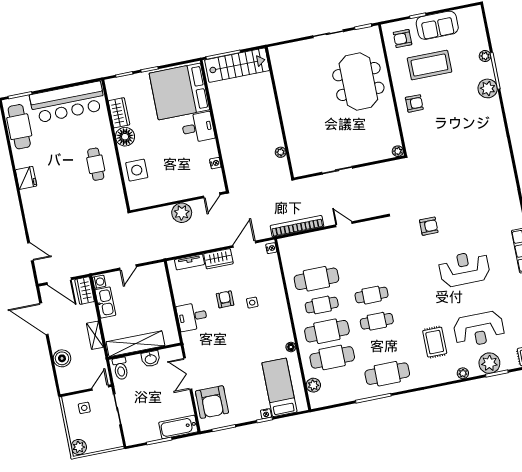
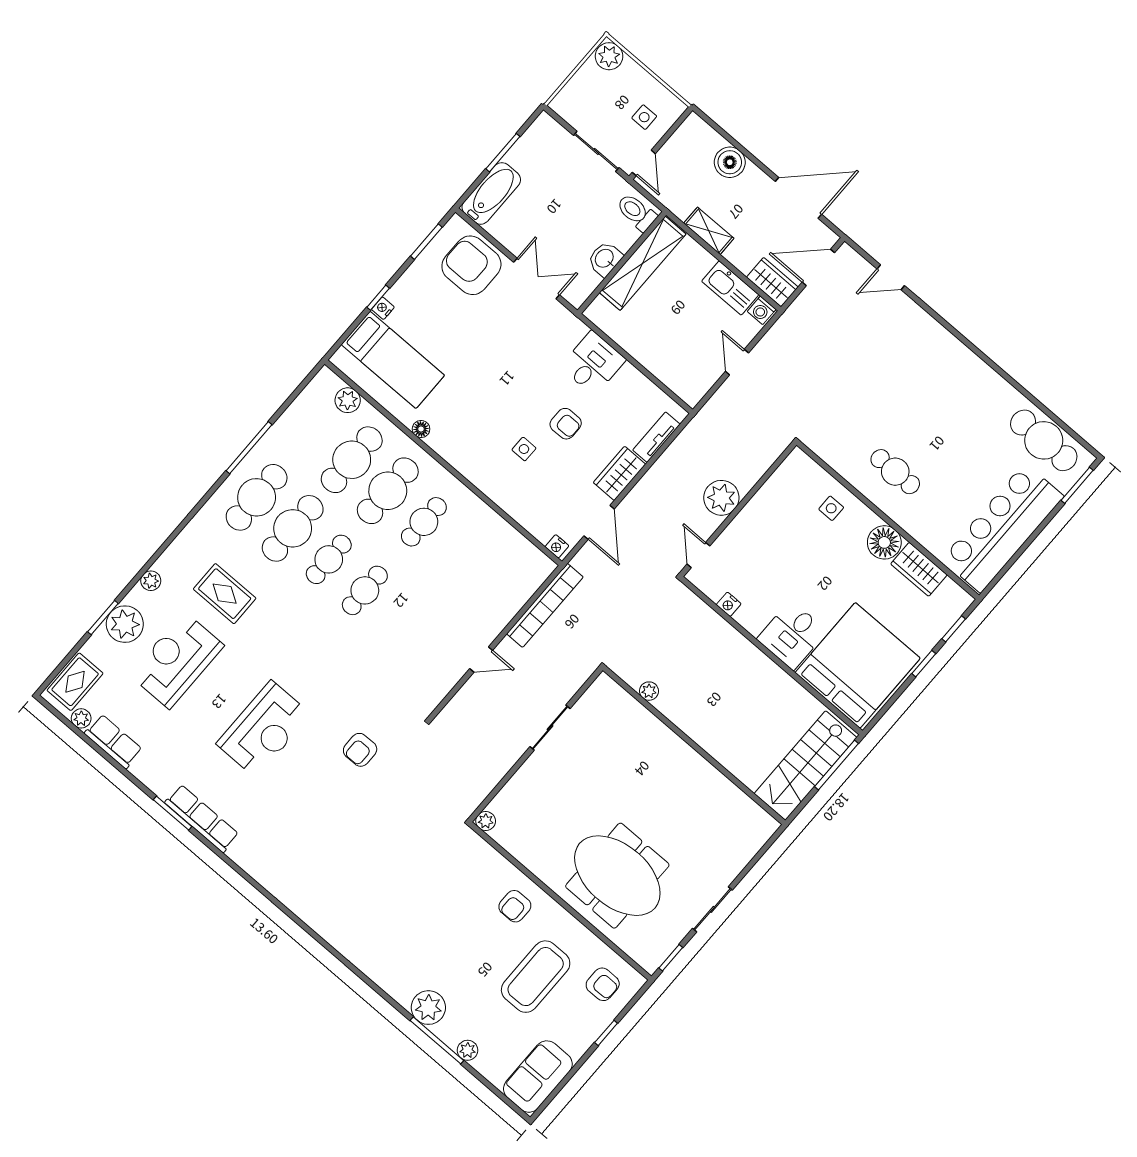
sofa: (437, 25) -> (538, 1077), moved
armchair: (402, 38) -> (603, 984), turned 90
side table: (137, 170) -> (831, 508), width x0.54, depth x0.54
fridge: (26, 178) -> (978, 376), removed
cafe table: (316, 279) -> (293, 528), moved

